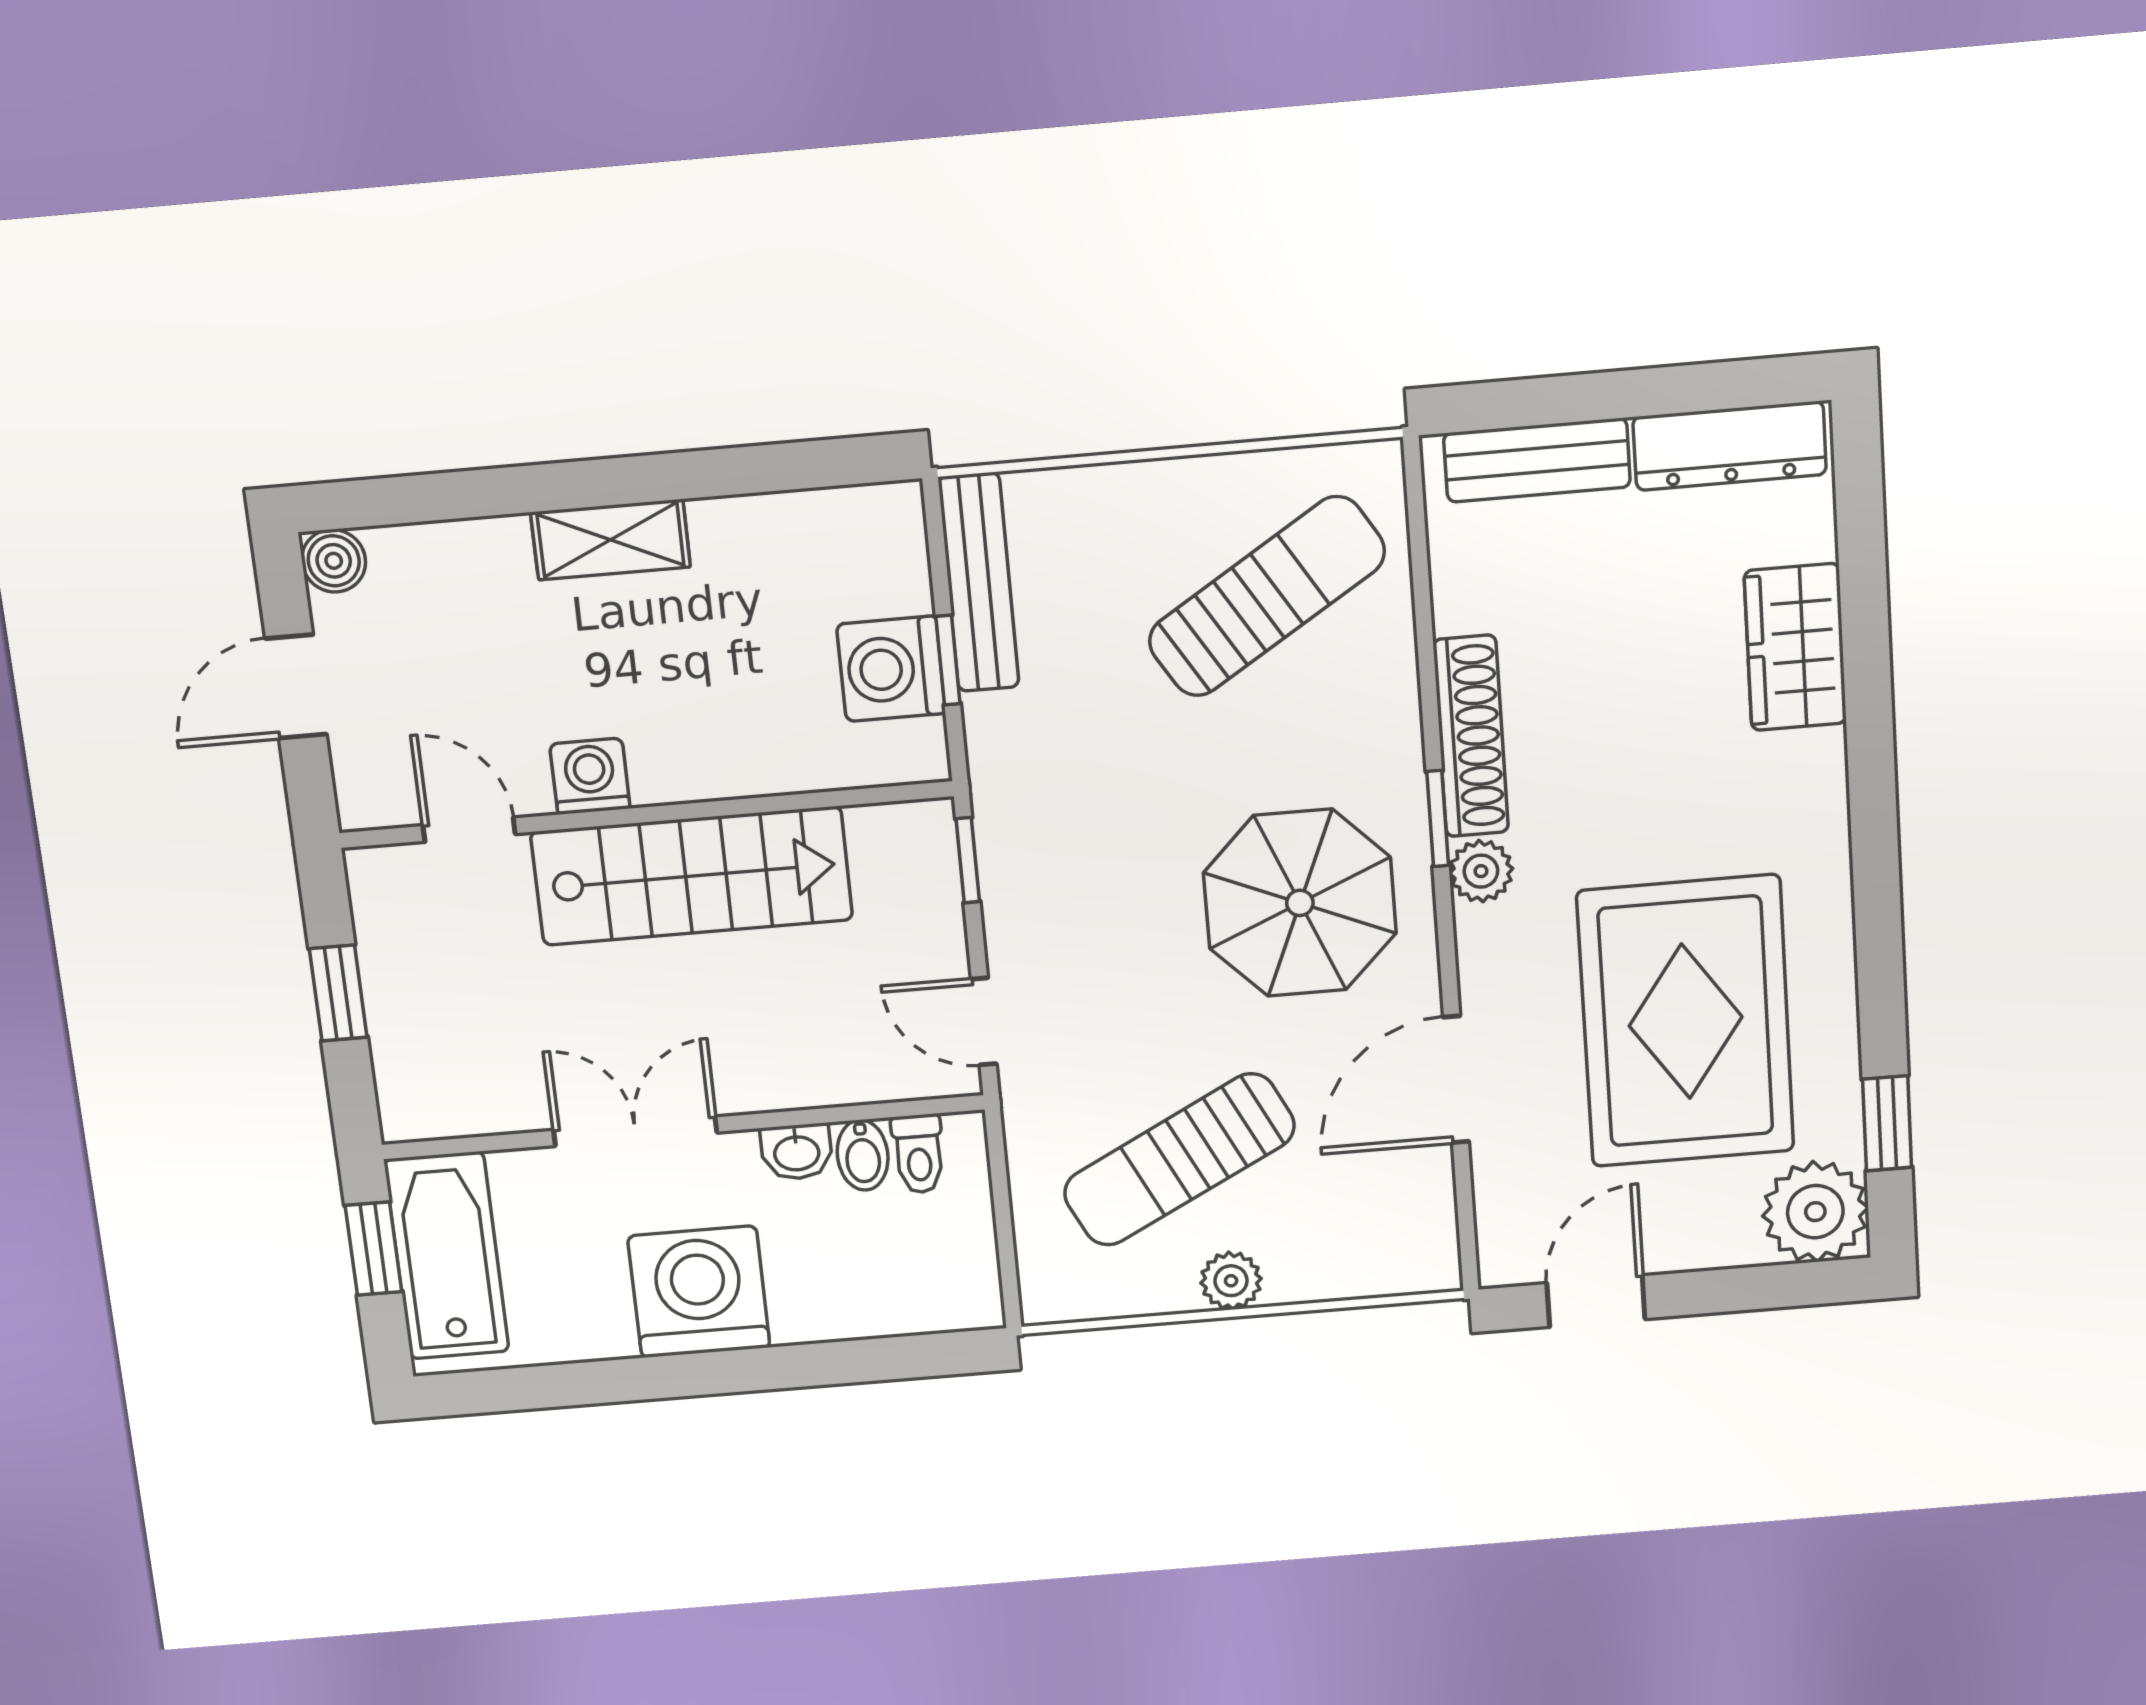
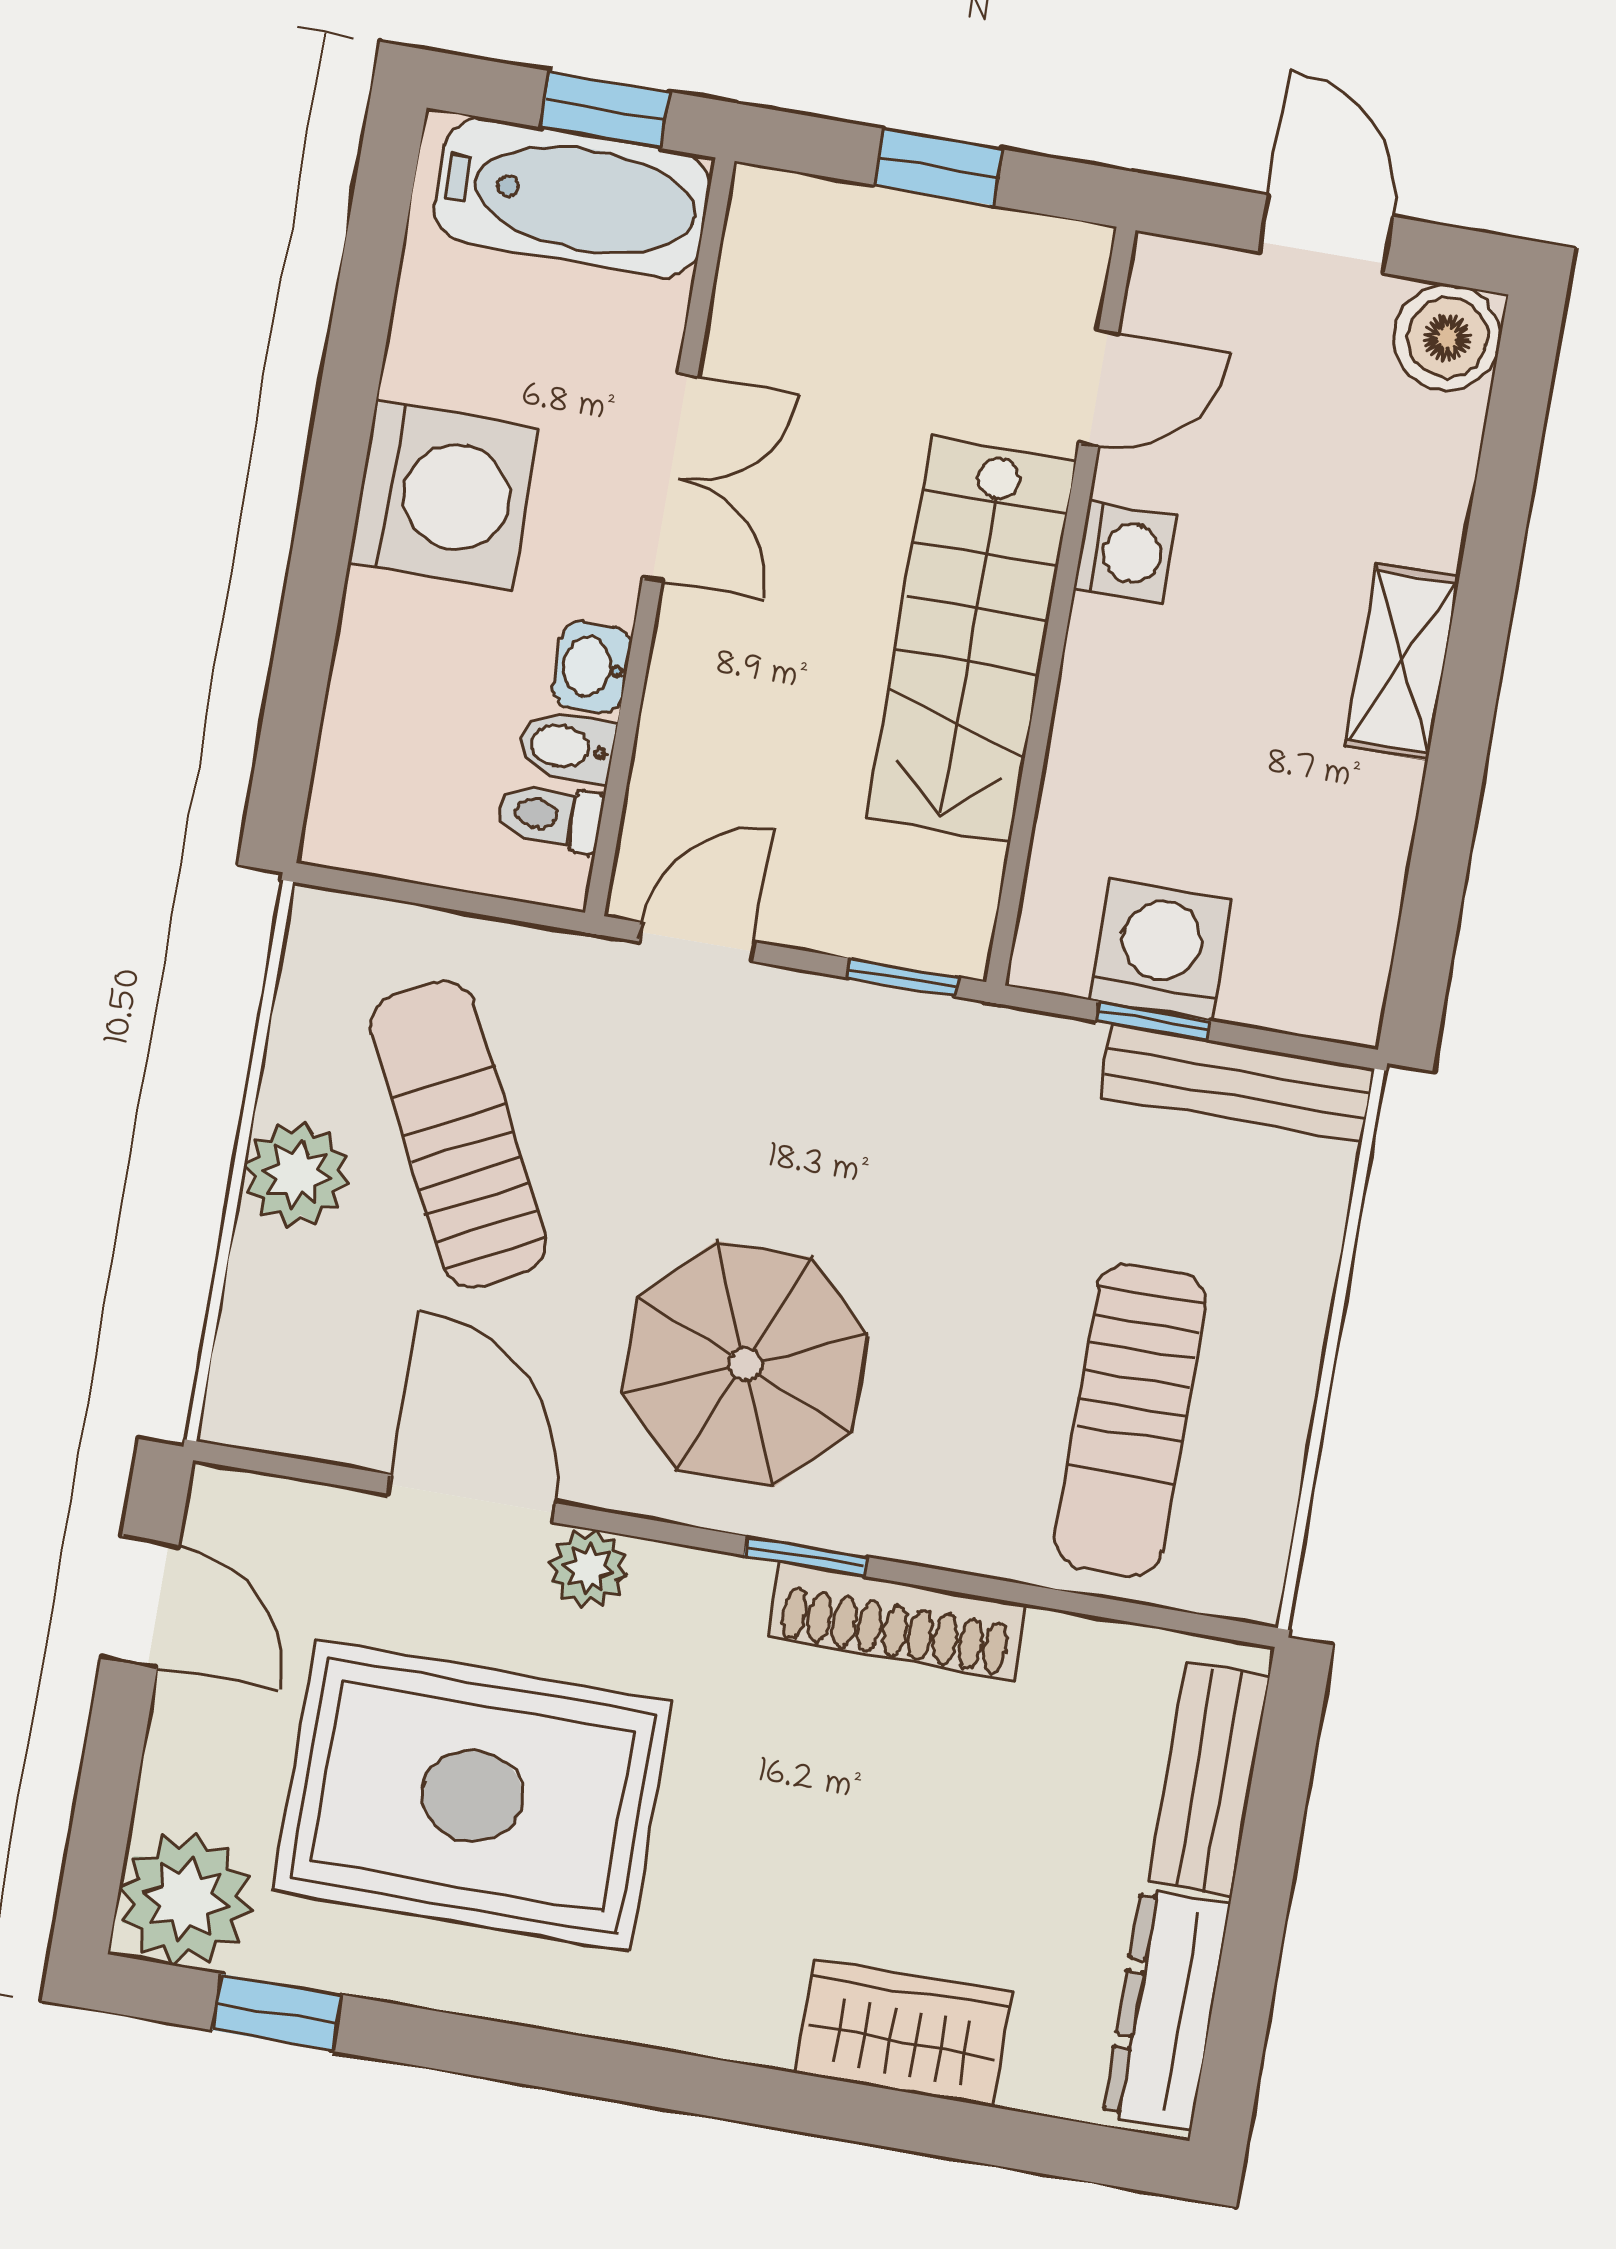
boiler: (334, 561) -> (1447, 338), width x1.36, depth x1.36
sun lounger: (1267, 596) -> (1130, 1420), turned 32
plant: (1481, 871) -> (588, 1569), moved
plant: (1231, 1281) -> (297, 1174), width x1.38, depth x1.38

